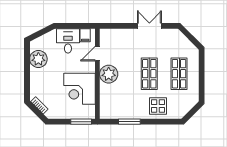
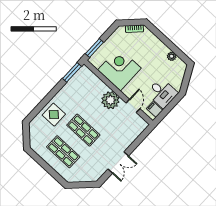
plant: (38, 59) -> (172, 56), width x0.53, depth x0.53
window: (129, 122) -> (72, 72), moved

